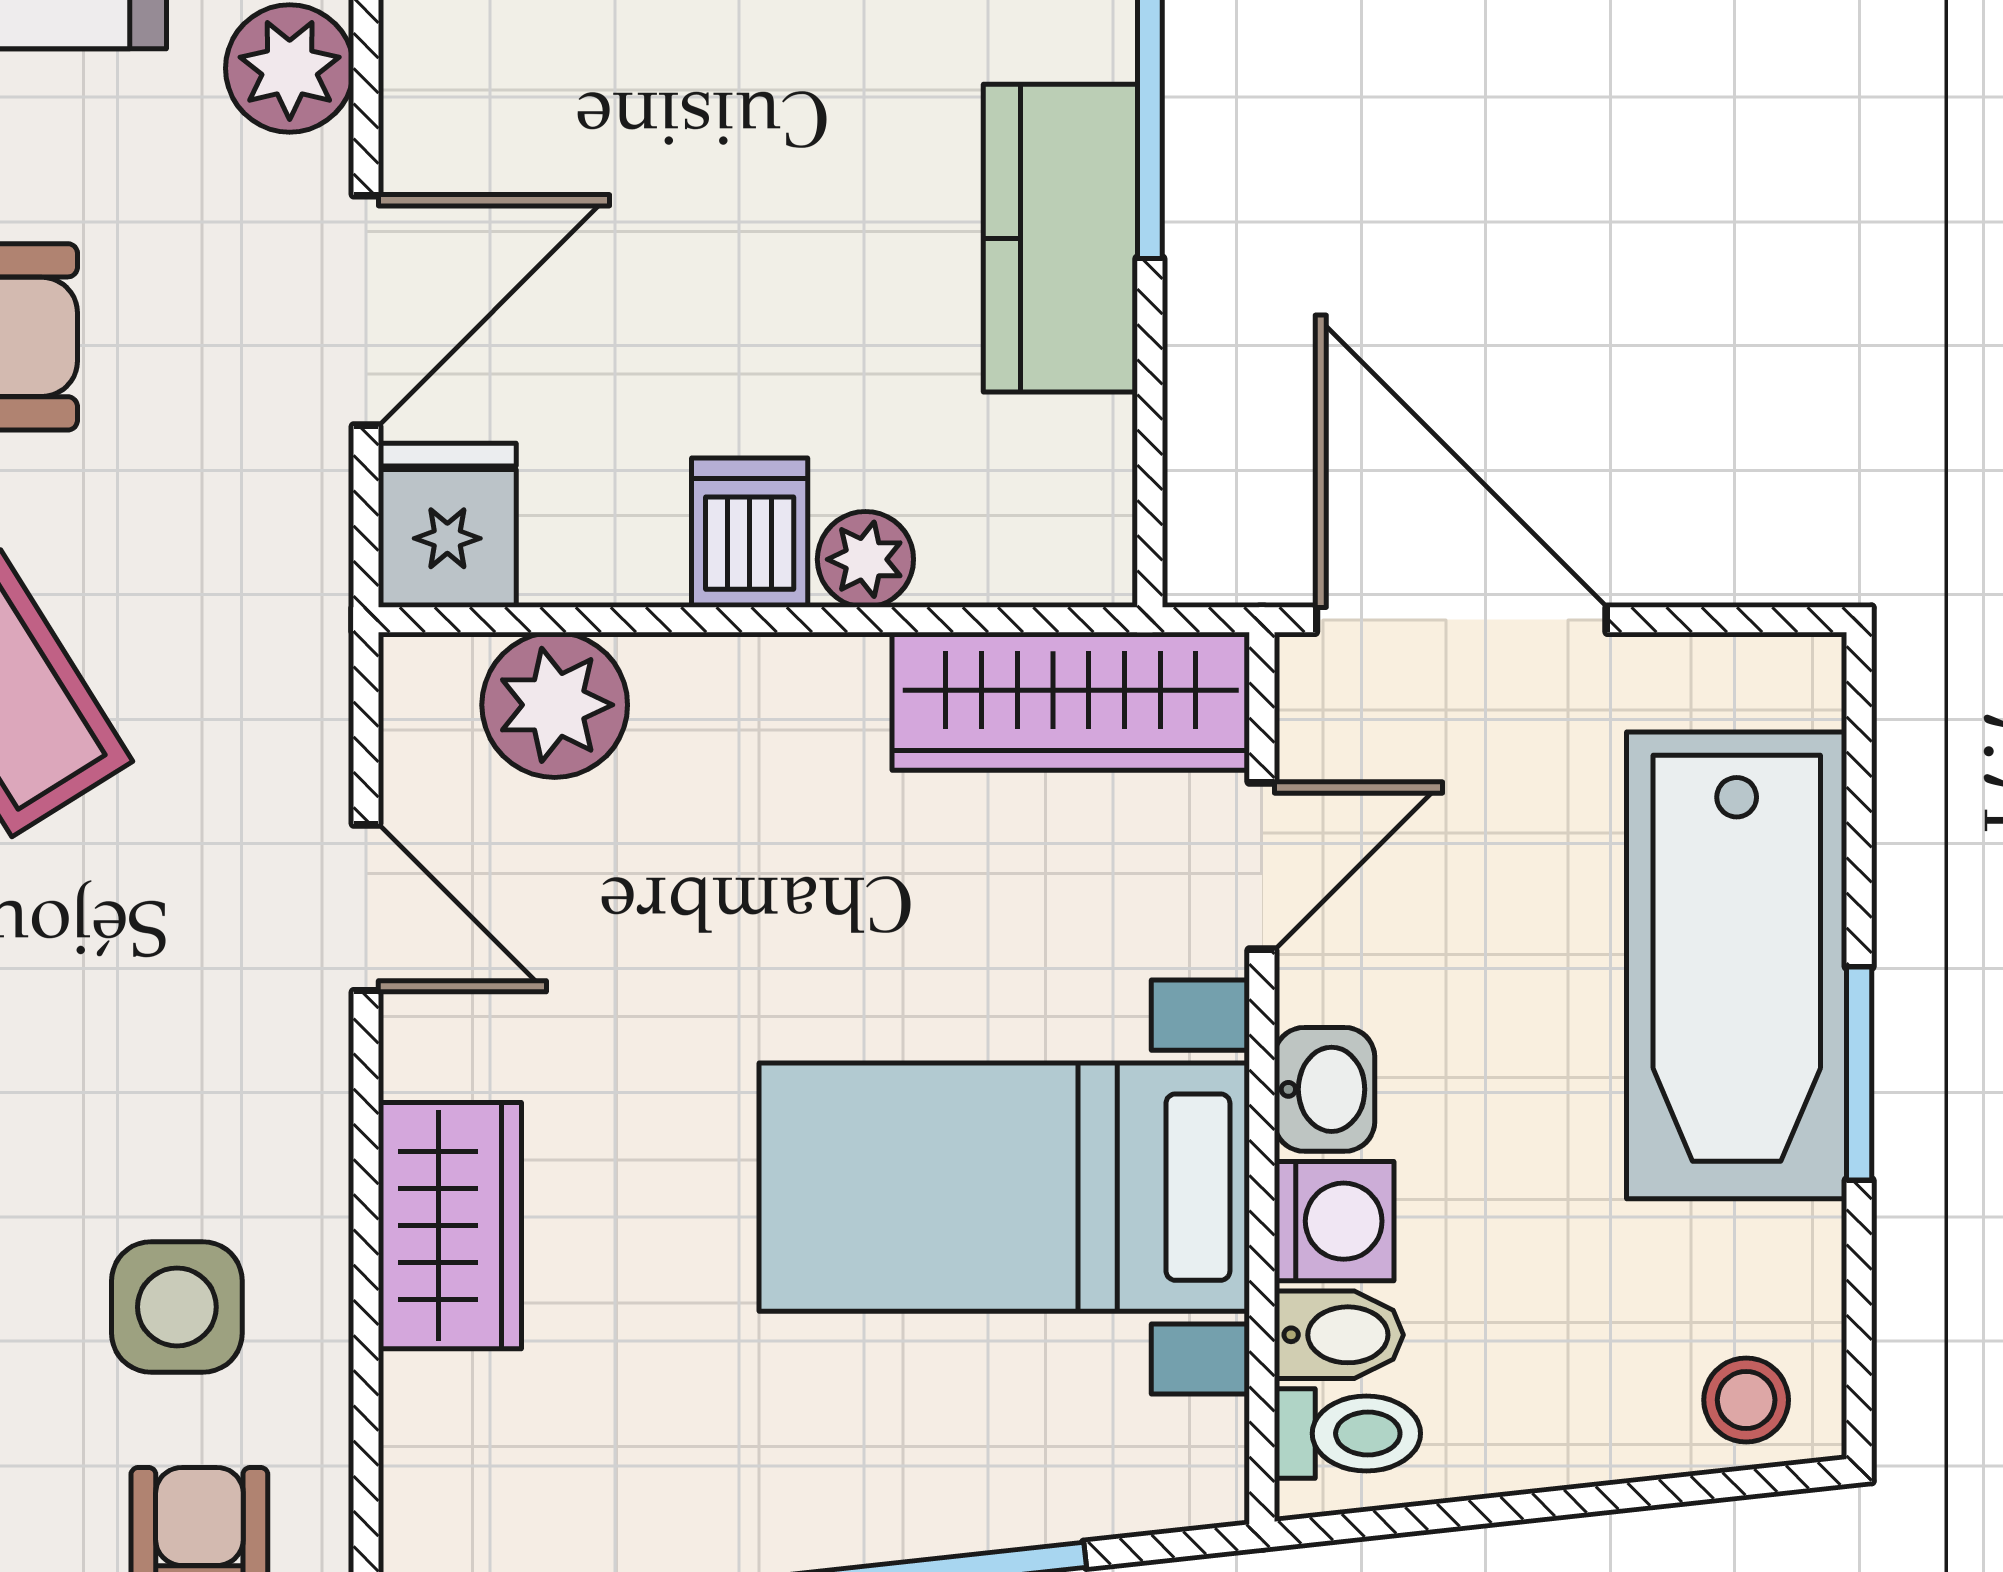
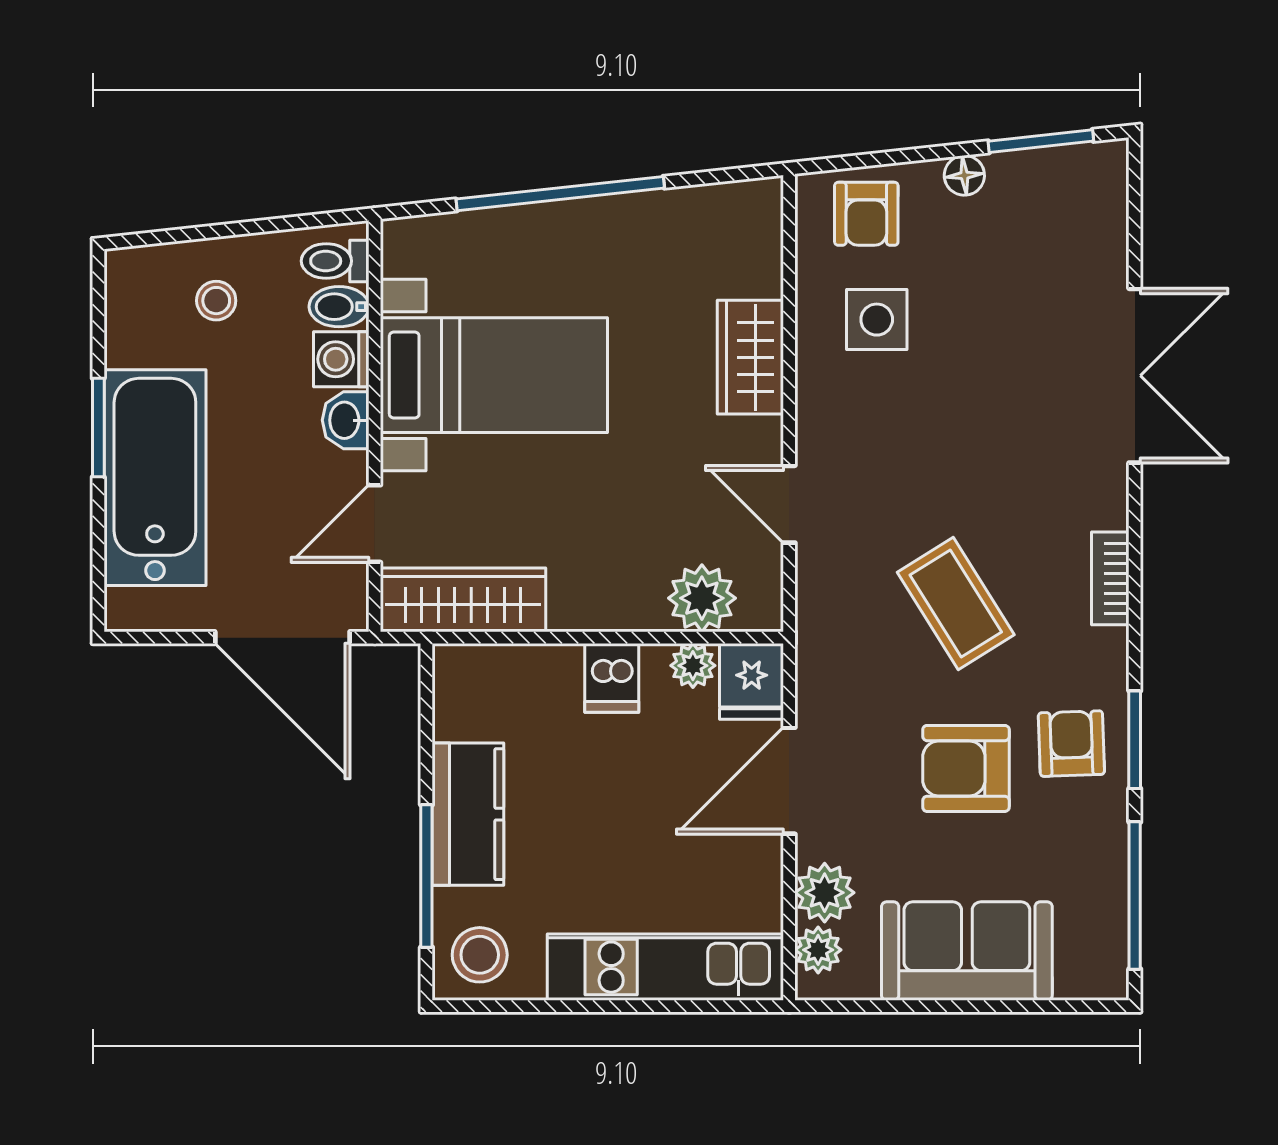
plant: (865, 559) -> (693, 666), moved
stool: (1746, 1400) -> (216, 301), moved

